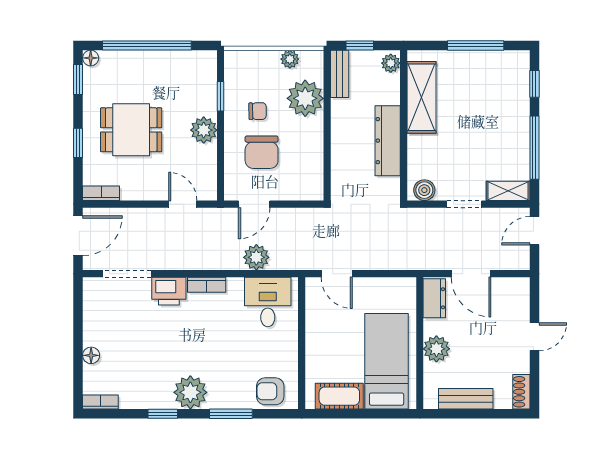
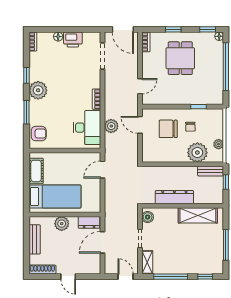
plant: (391, 63) -> (216, 199), removed
plant: (204, 130) -> (180, 98), removed
printer: (169, 291) -> (73, 40), moved, turned -90
desk: (268, 302) -> (87, 128), width x1.37
armchair: (270, 391) -> (39, 134), turned 90
shoe rack: (521, 392) -> (42, 270), width x1.43

